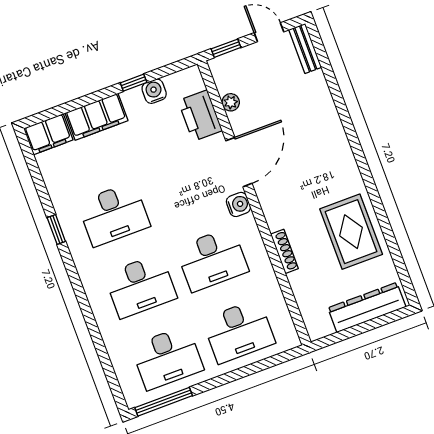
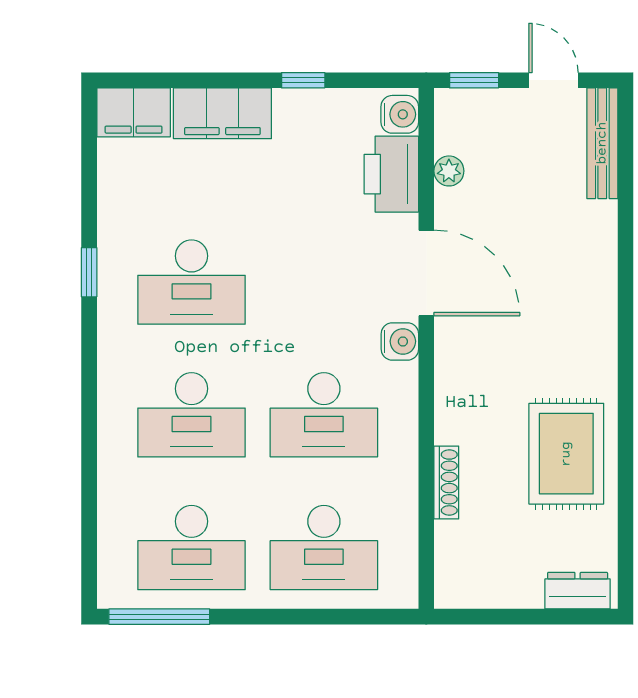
bench: (305, 48) -> (602, 143), width x1.36
water cooler: (154, 91) -> (400, 114), moved, turned 90
door: (239, 162) -> (426, 273), hinge flipped
shoe rack: (284, 251) -> (446, 482), moved
dresser: (367, 307) -> (578, 591), width x0.51, depth x0.80

